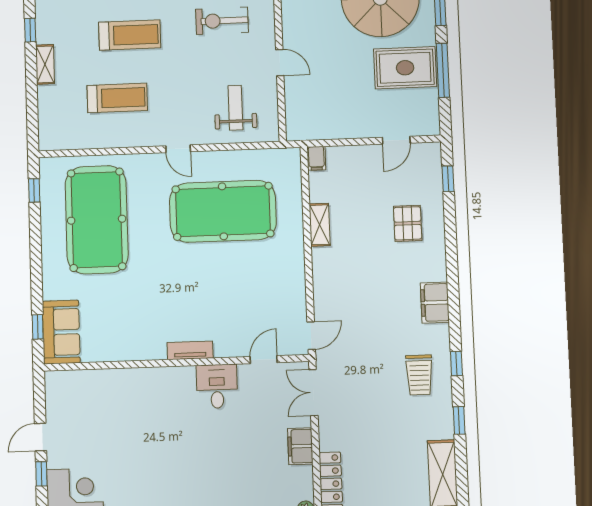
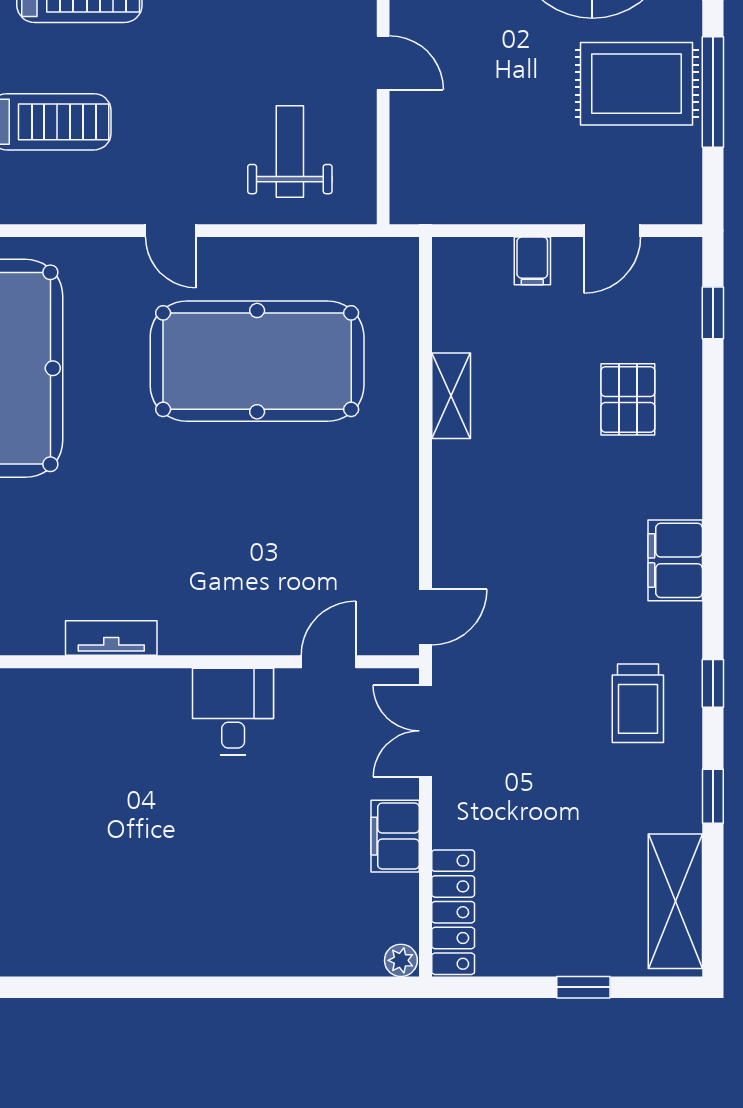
filing cabinet: (316, 158) -> (532, 261), moved
tv unit: (190, 350) -> (111, 638), moved

